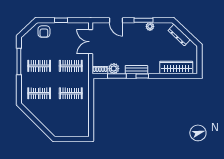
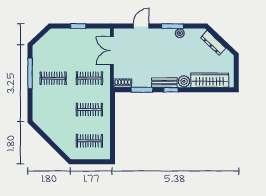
door: (116, 20) -> (141, 26), swing flipped
armchair: (44, 32) -> (59, 39), removed
plant: (114, 69) -> (184, 81), moved
clothes rail: (39, 93) -> (89, 141), moved

